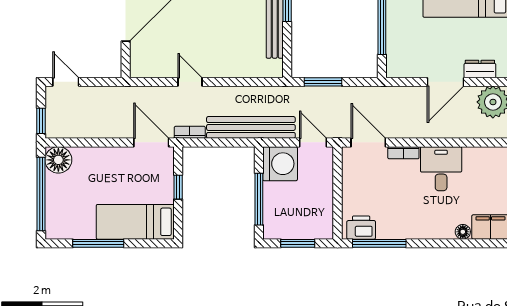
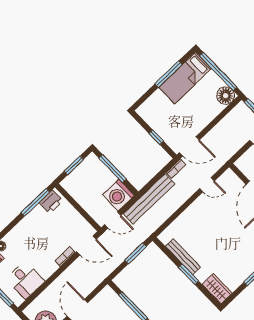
door: (190, 82) -> (207, 185), moved
desk: (441, 169) -> (25, 280), moved
bed: (135, 222) -> (185, 78), moved, turned 180

